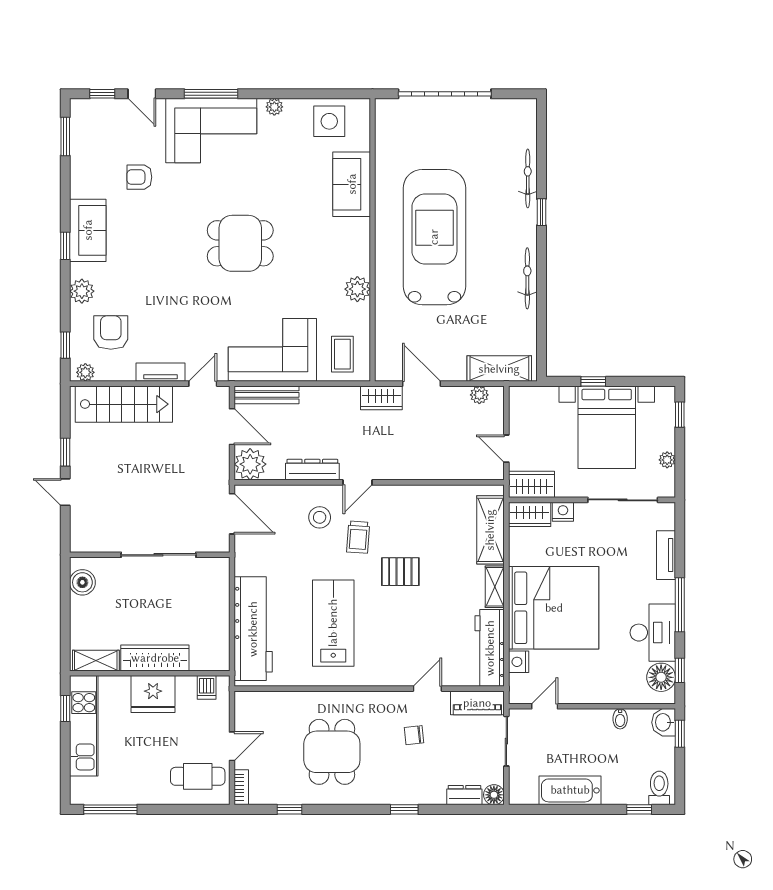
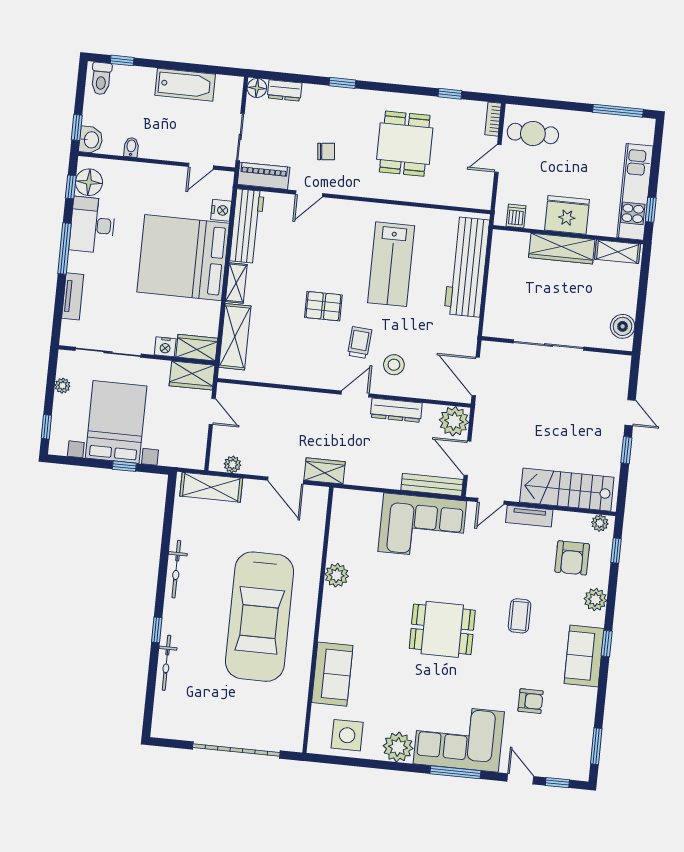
plant: (274, 107) -> (398, 747), width x1.87, depth x1.87
coffee table: (342, 354) -> (520, 616), moved

